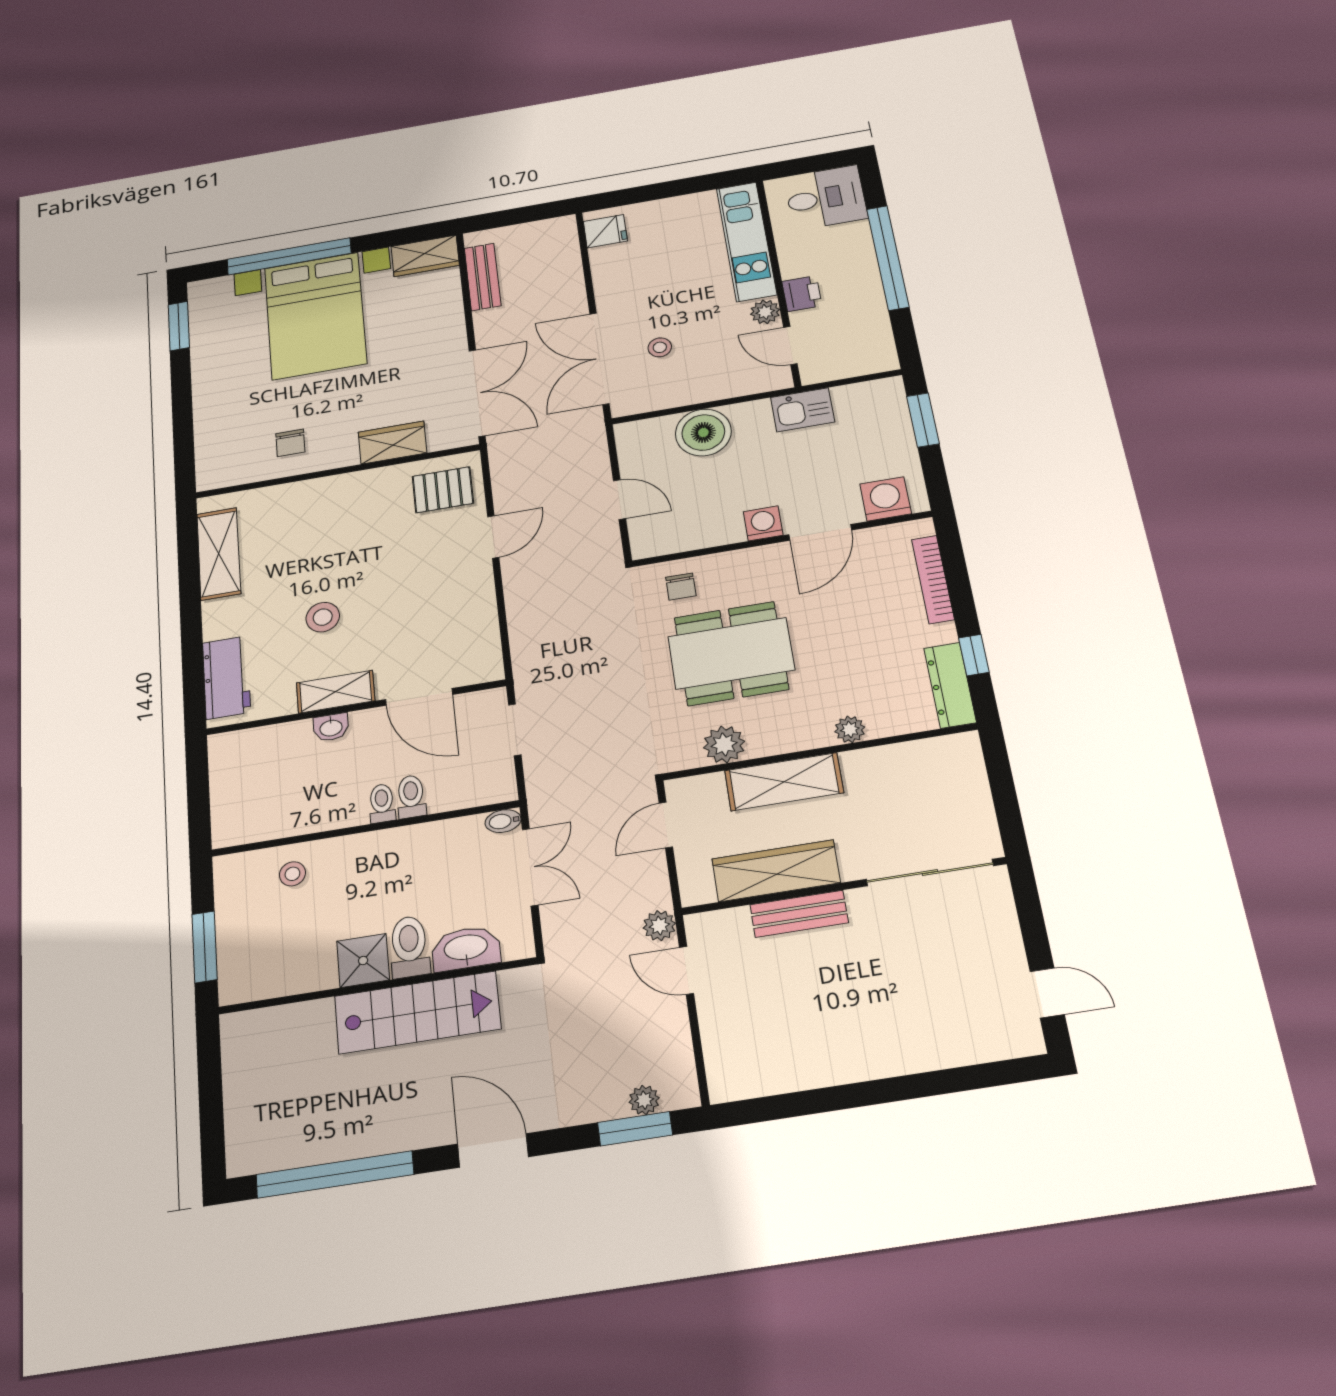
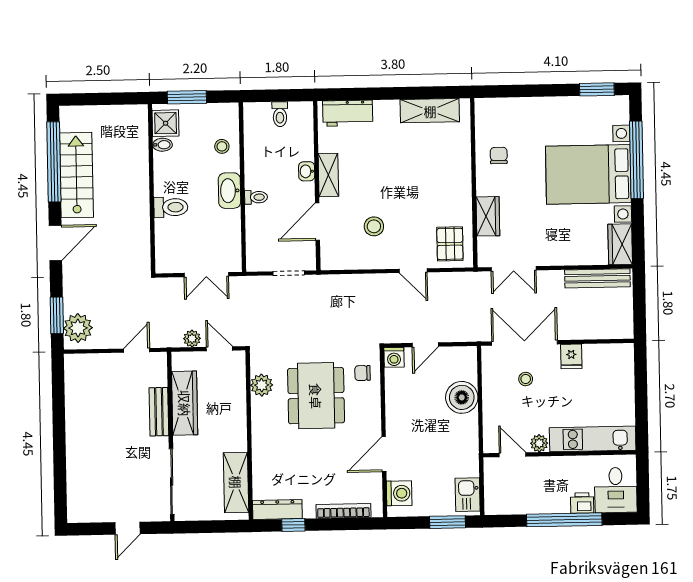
fridge: (605, 231) -> (571, 356), moved
bench: (483, 277) -> (597, 278), width x1.36
printer: (802, 294) -> (582, 503), moved, turned 180
door: (790, 346) -> (513, 455), hinge flipped
double door: (477, 393) -> (514, 269), width x0.73
kitchen sink: (803, 410) -> (468, 495), moved
chair: (290, 443) -> (499, 156), turned 90
washing machine: (763, 523) -> (394, 357), moved, turned 90
door: (820, 532) -> (384, 454), hinge flipped
stool: (323, 617) -> (374, 226), moved
plant: (850, 729) -> (260, 453), removed
shelving: (784, 782) -> (236, 482), moved
toilet: (411, 797) -> (280, 114), moved, turned 90
bidet: (503, 821) -> (162, 145), moved, turned 90
plant: (659, 926) -> (192, 339), moved
washbasin: (466, 948) -> (230, 191), moved, turned 180
shower: (363, 960) -> (166, 123), moved
door: (1047, 993) -> (128, 528), moved
stairs: (417, 1013) -> (76, 175), moved, turned 180
plant: (644, 1100) -> (78, 328), width x1.88, depth x1.88

